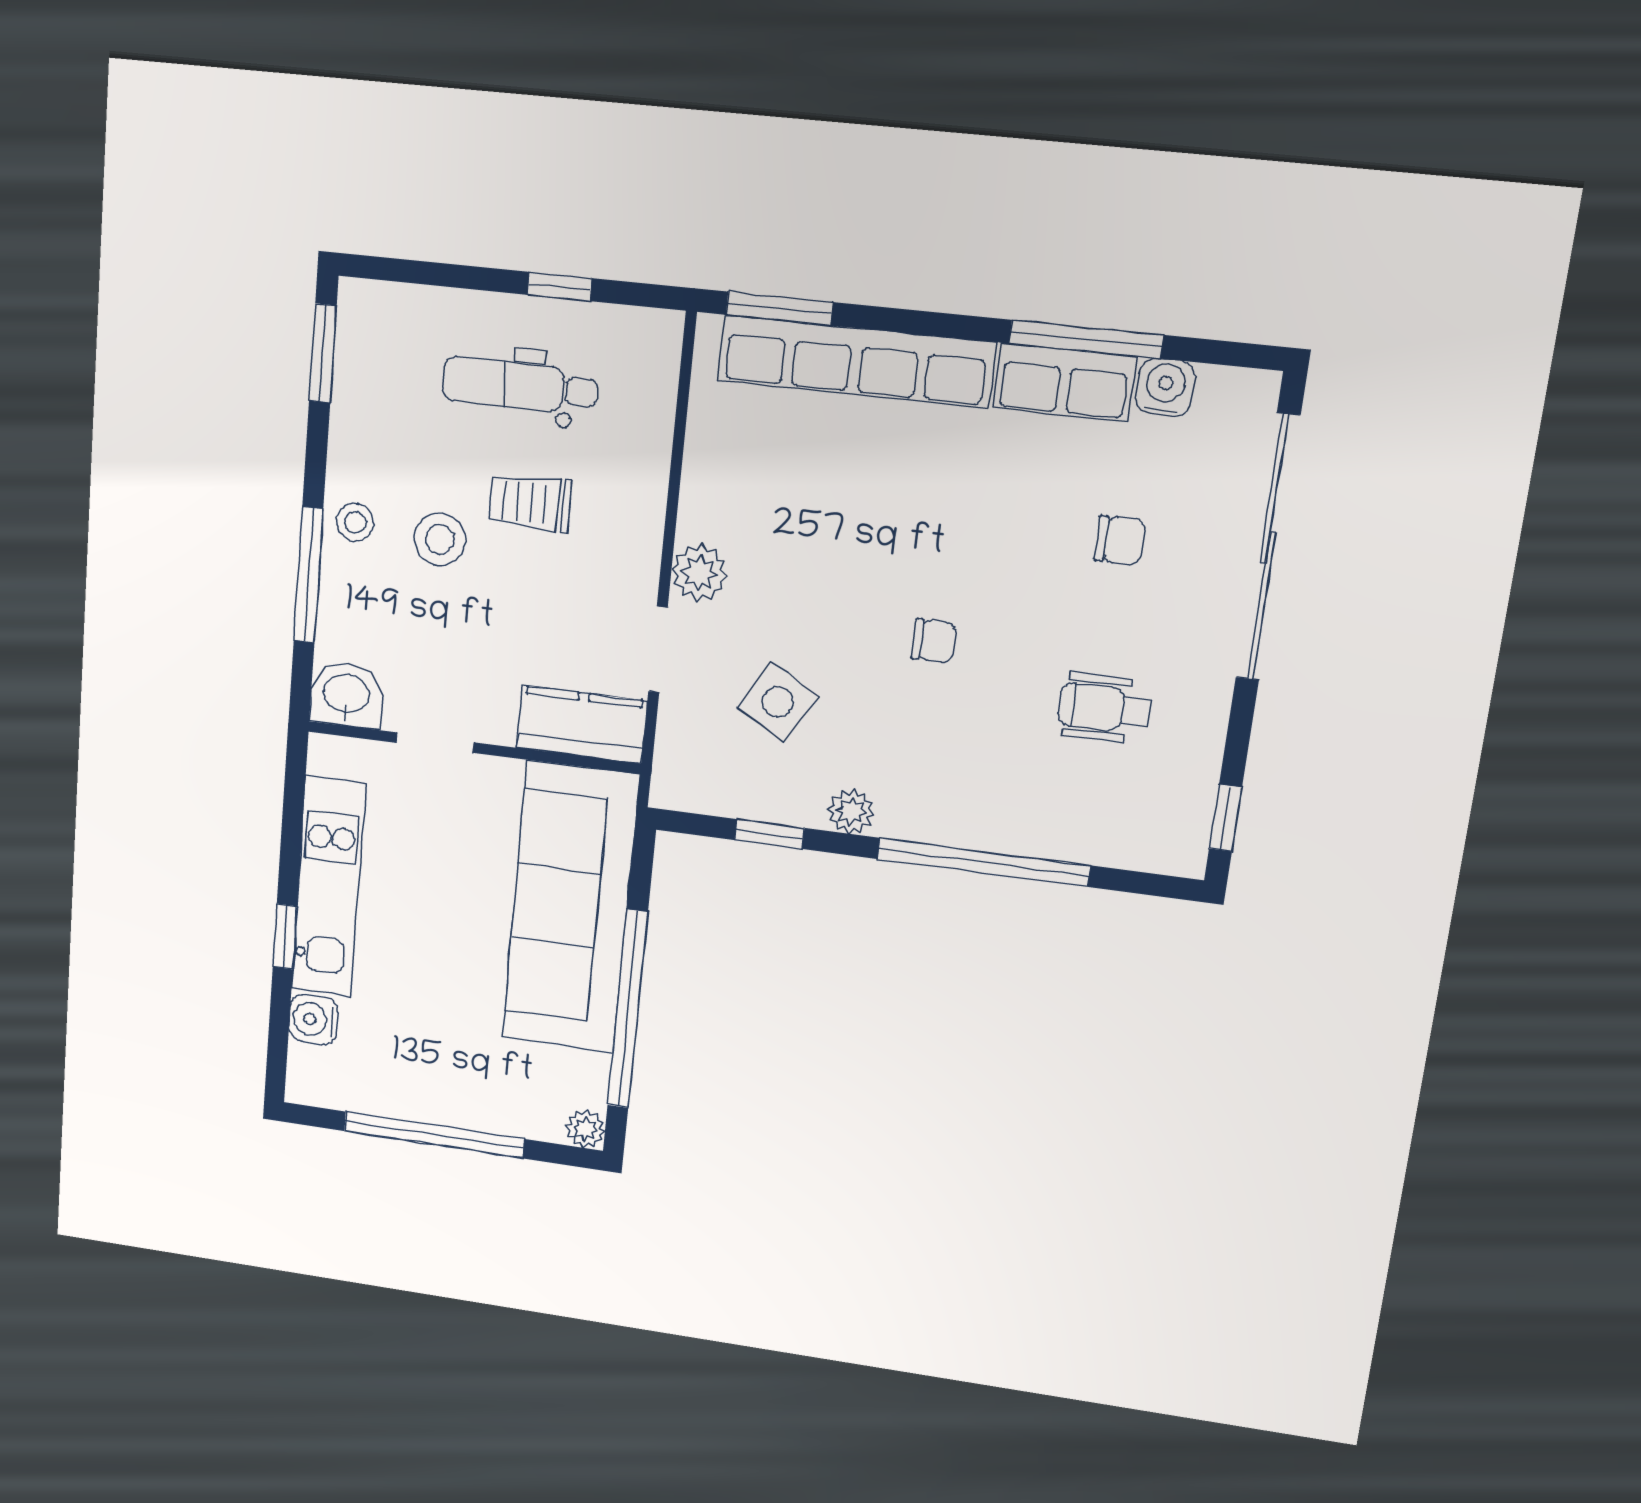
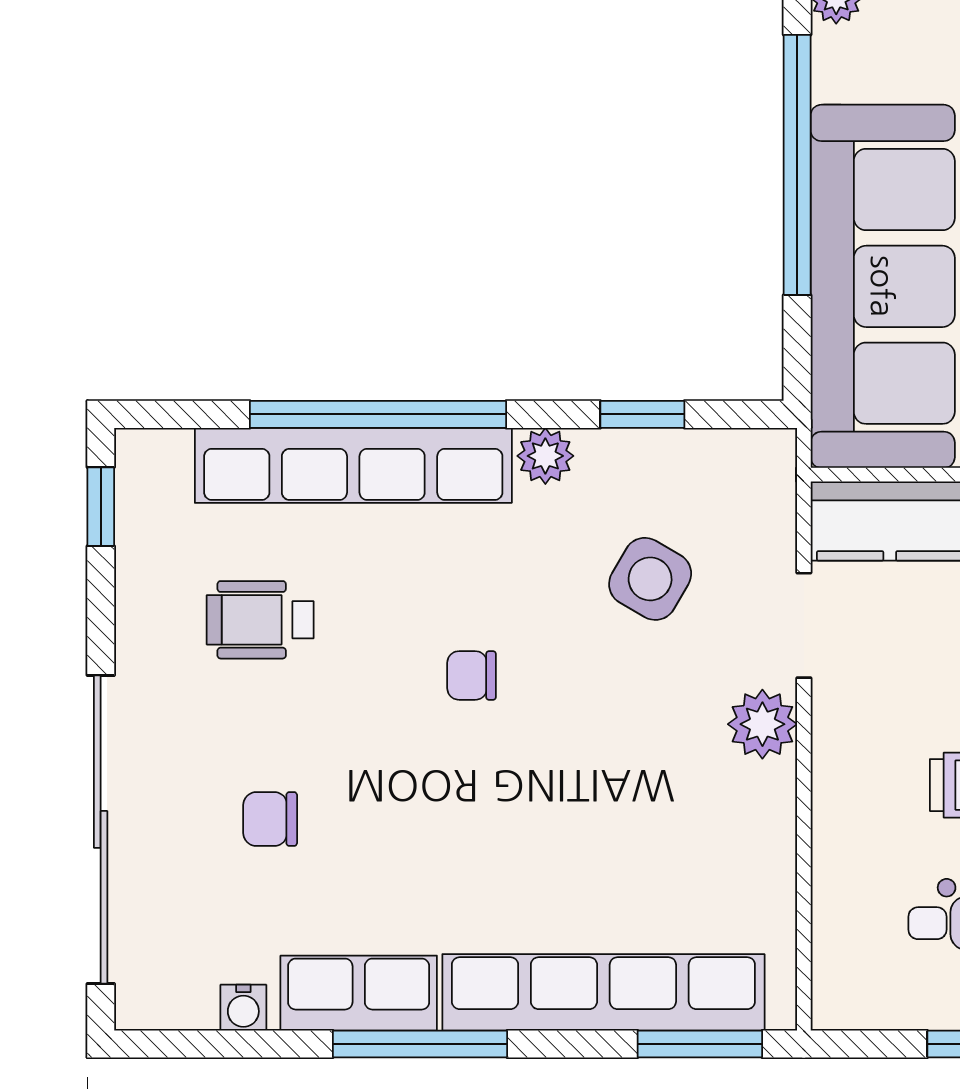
window: (1086, 339) -> (420, 1044), moved
water cooler: (1165, 387) -> (243, 1008), width x0.72, depth x0.72
wheelchair: (1104, 708) -> (260, 620), turned 180
row of seats: (1009, 824) -> (353, 465), added

